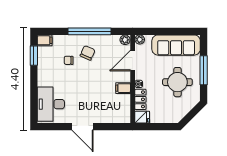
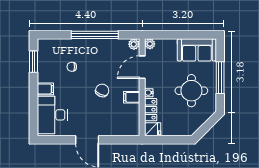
filing cabinet: (45, 40) -> (45, 89), moved
sofa: (176, 45) -> (197, 50), width x0.73
chair: (88, 53) -> (102, 90), moved

